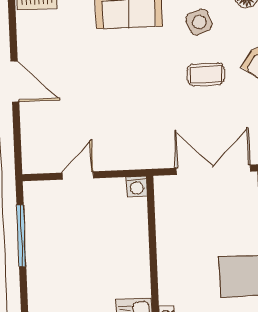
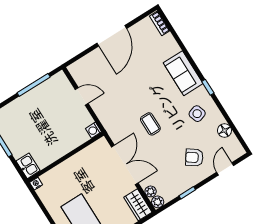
coffee table: (206, 74) -> (150, 124), moved
door: (15, 81) -> (112, 36), width x1.36

